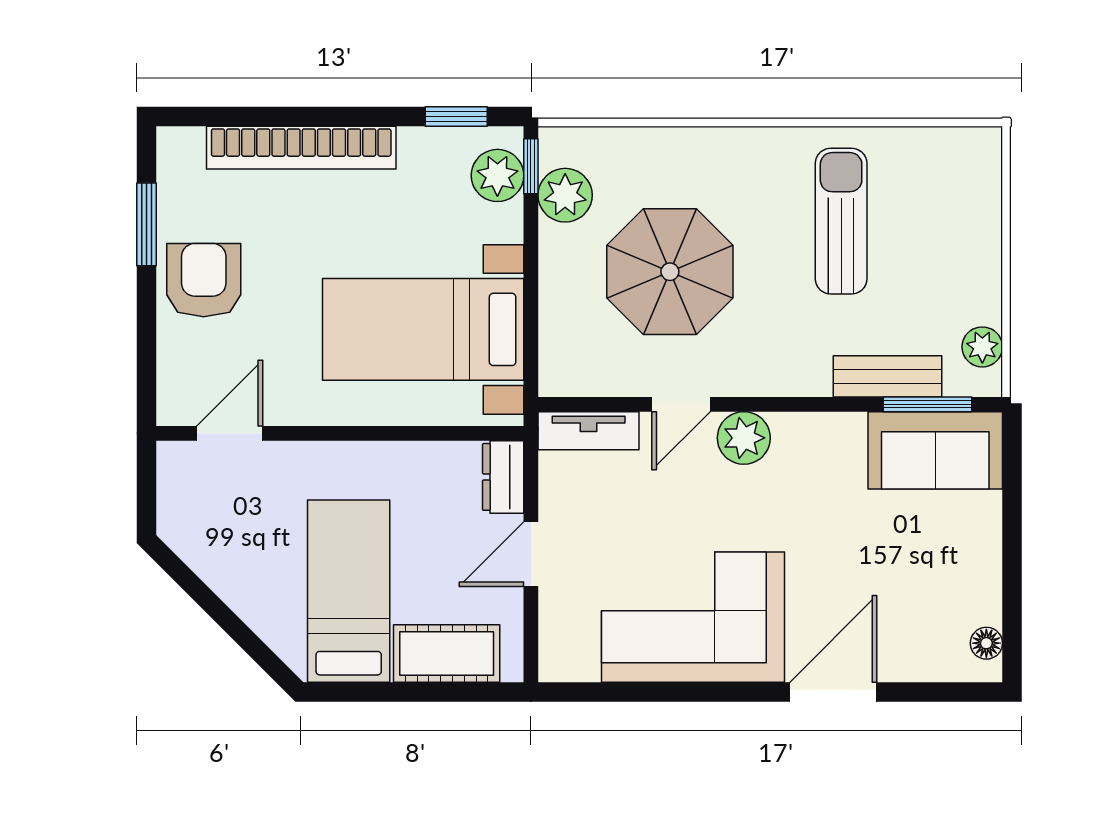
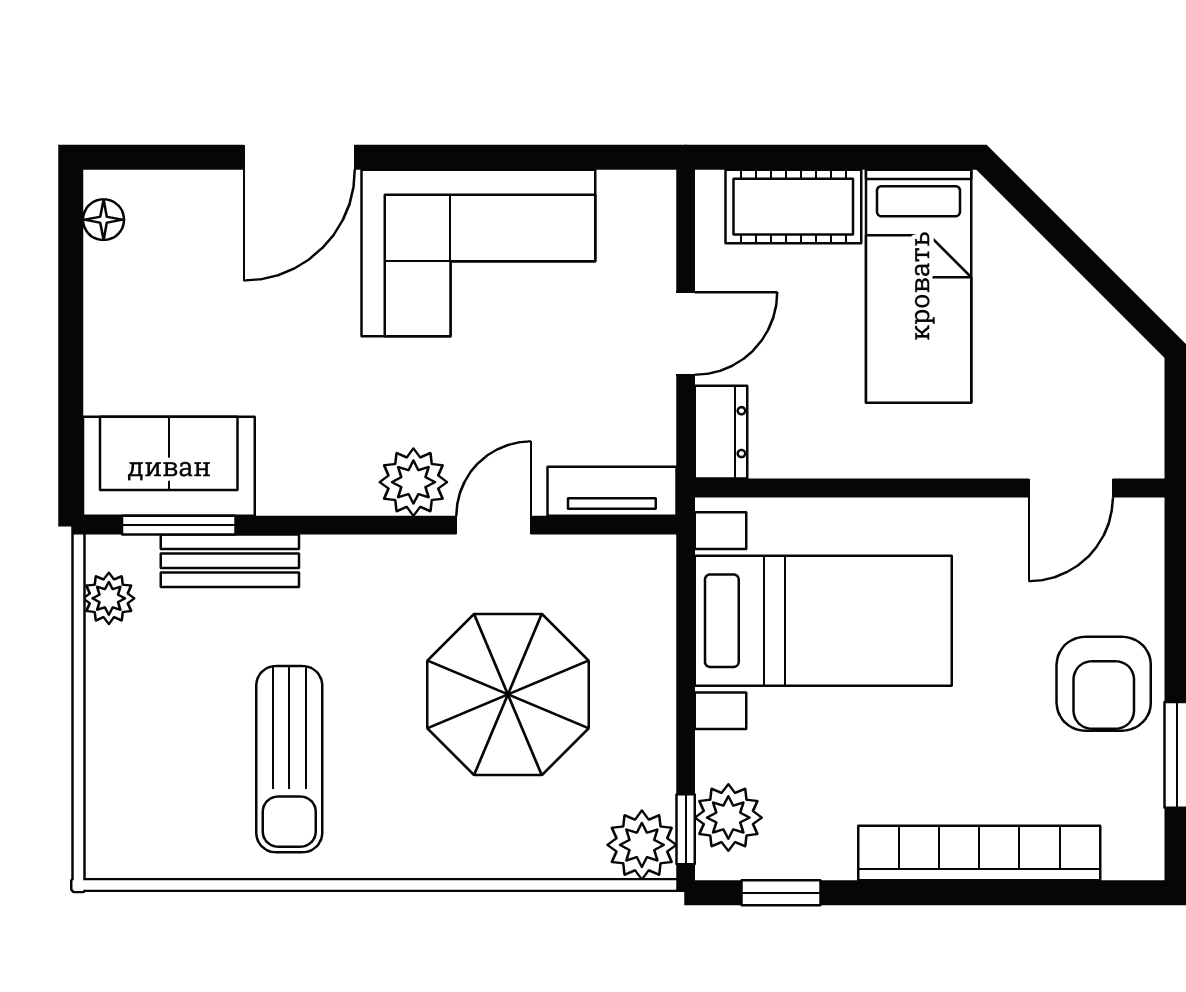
plant: (565, 195) -> (642, 845), moved

